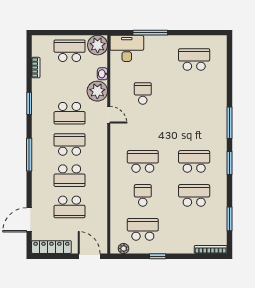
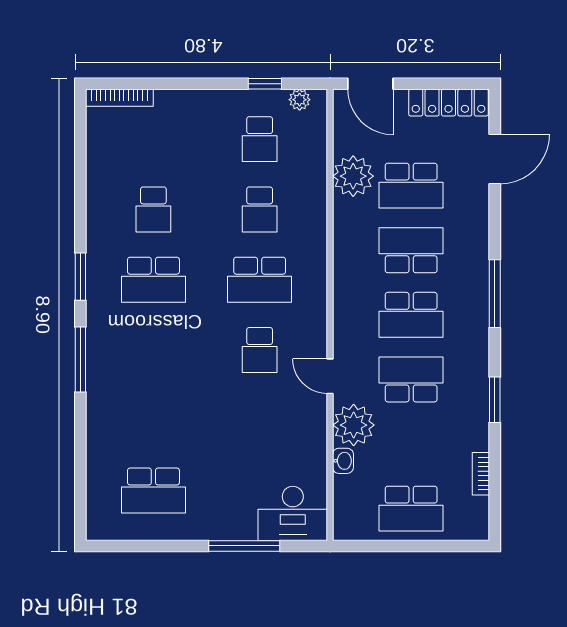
plant: (98, 45) -> (353, 176), moved
school desk: (143, 93) -> (260, 350), moved
school desk: (194, 195) -> (153, 209), width x0.54
school desk: (70, 207) -> (411, 186), turned 180
window: (229, 219) -> (80, 161), removed
school desk: (143, 229) -> (260, 139), width x0.54
window: (158, 256) -> (265, 84), moved

